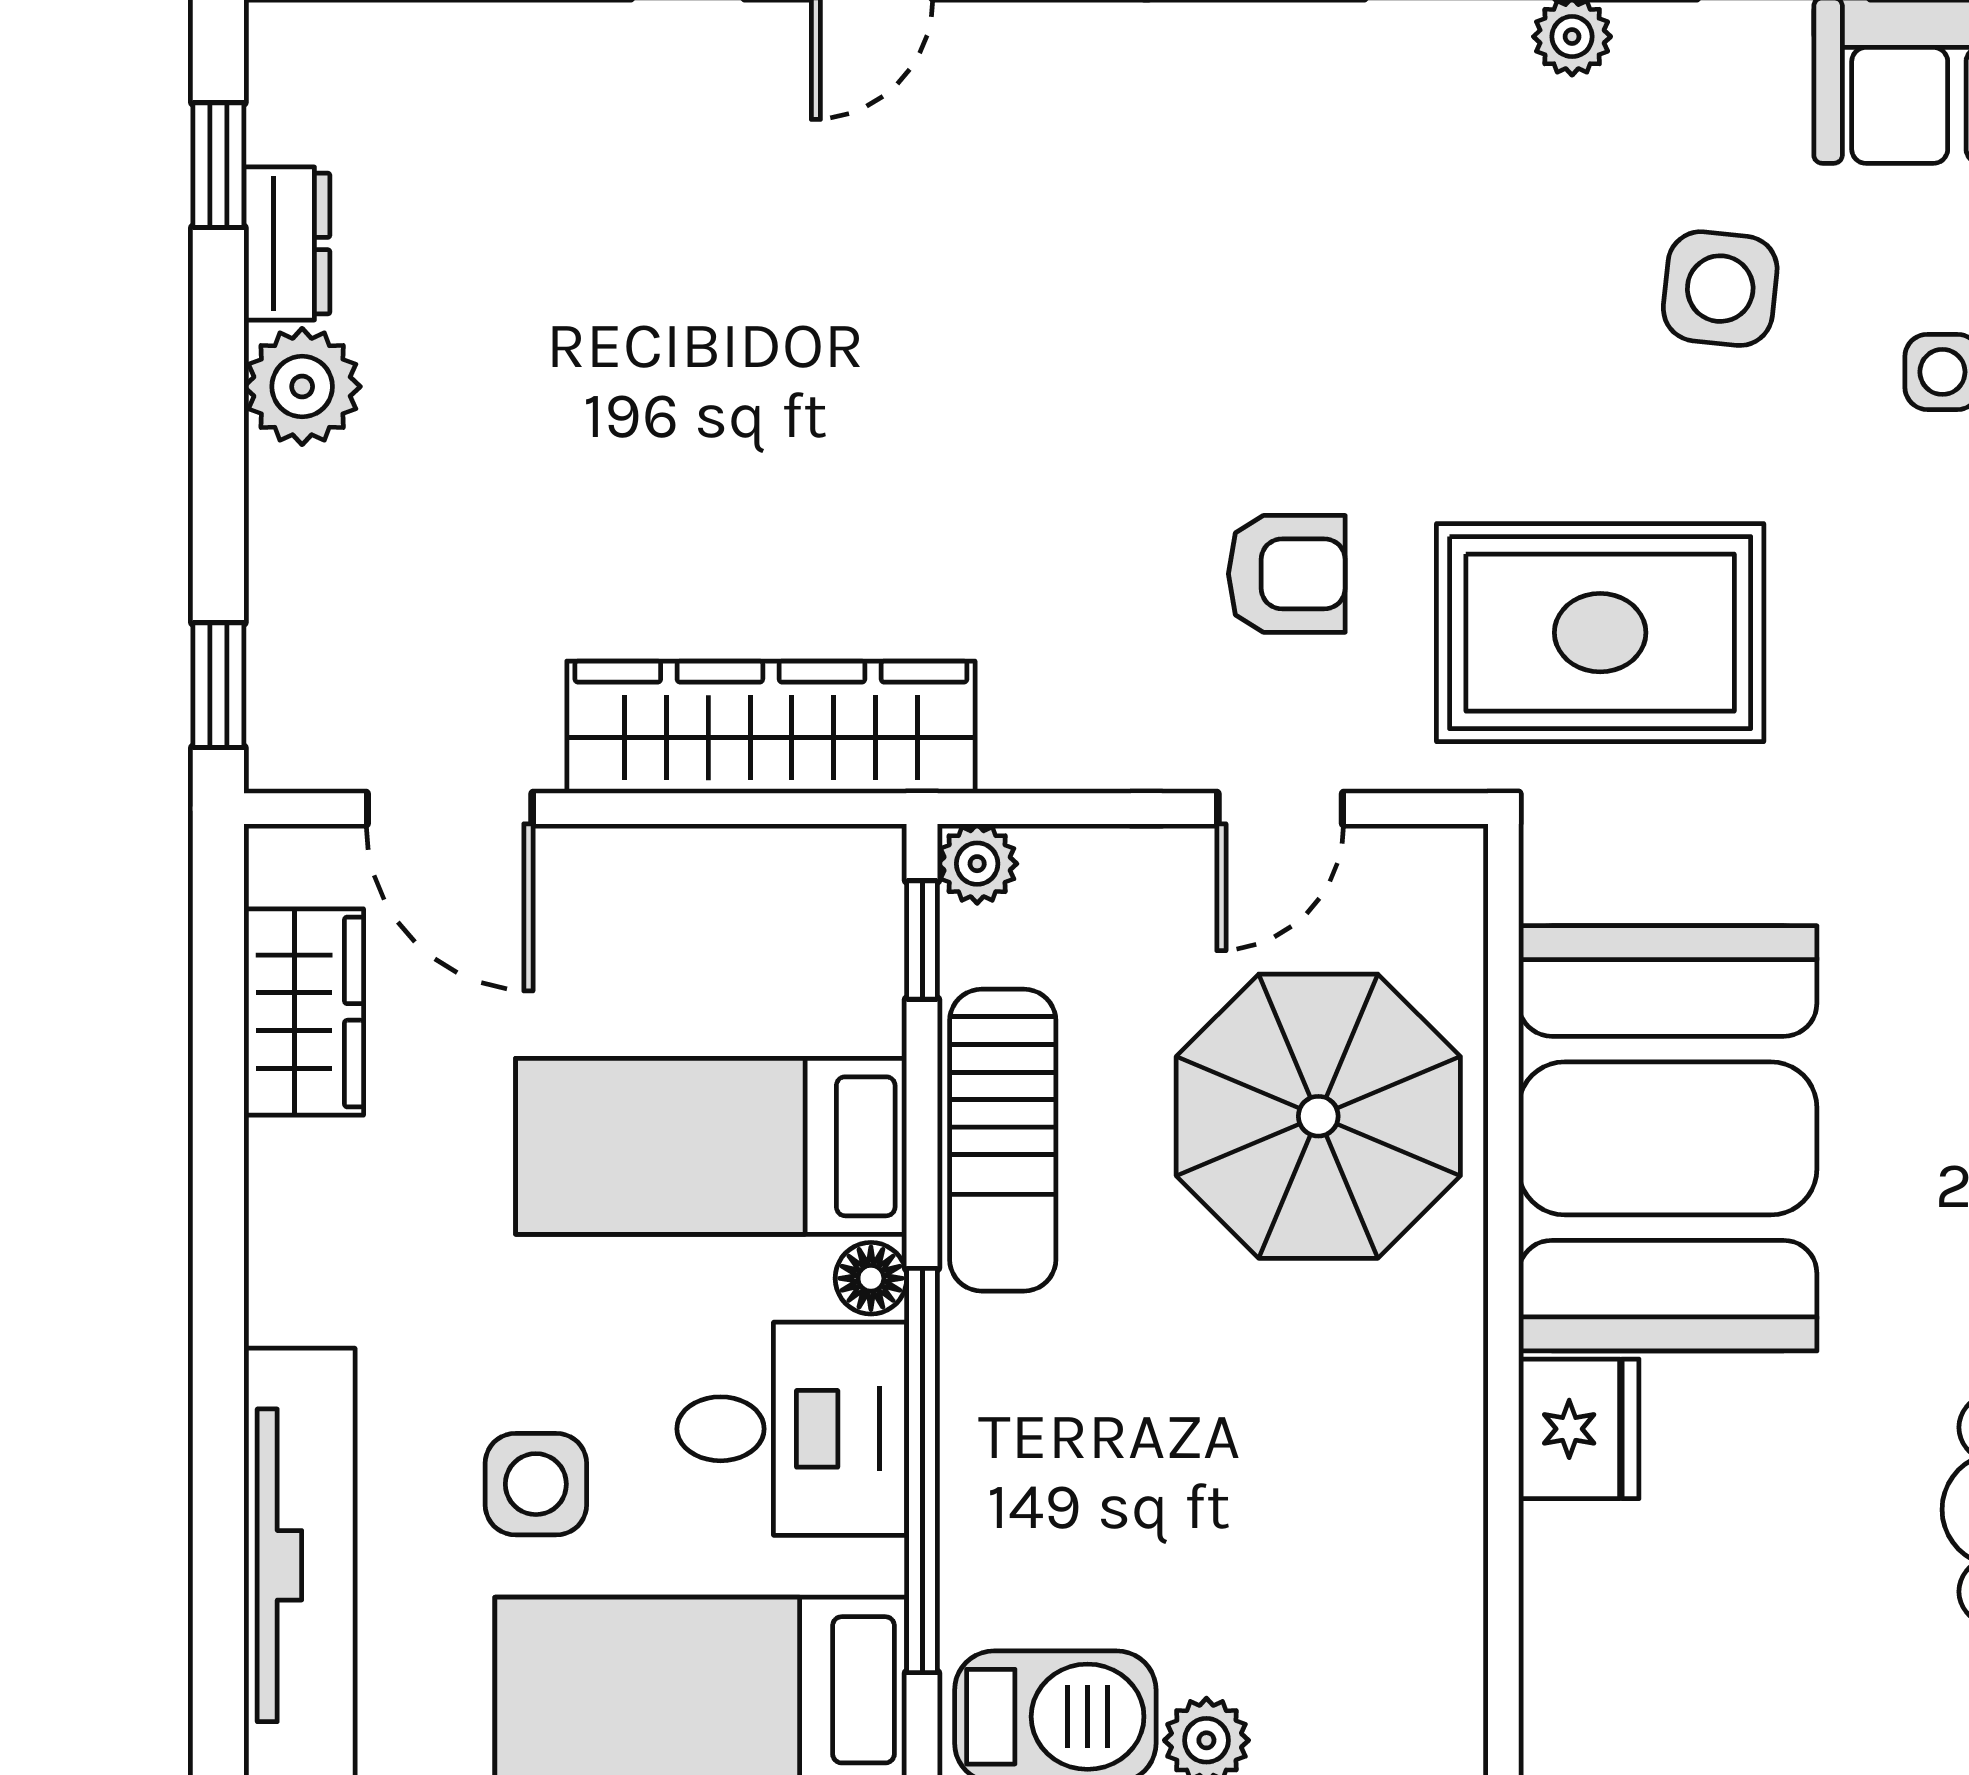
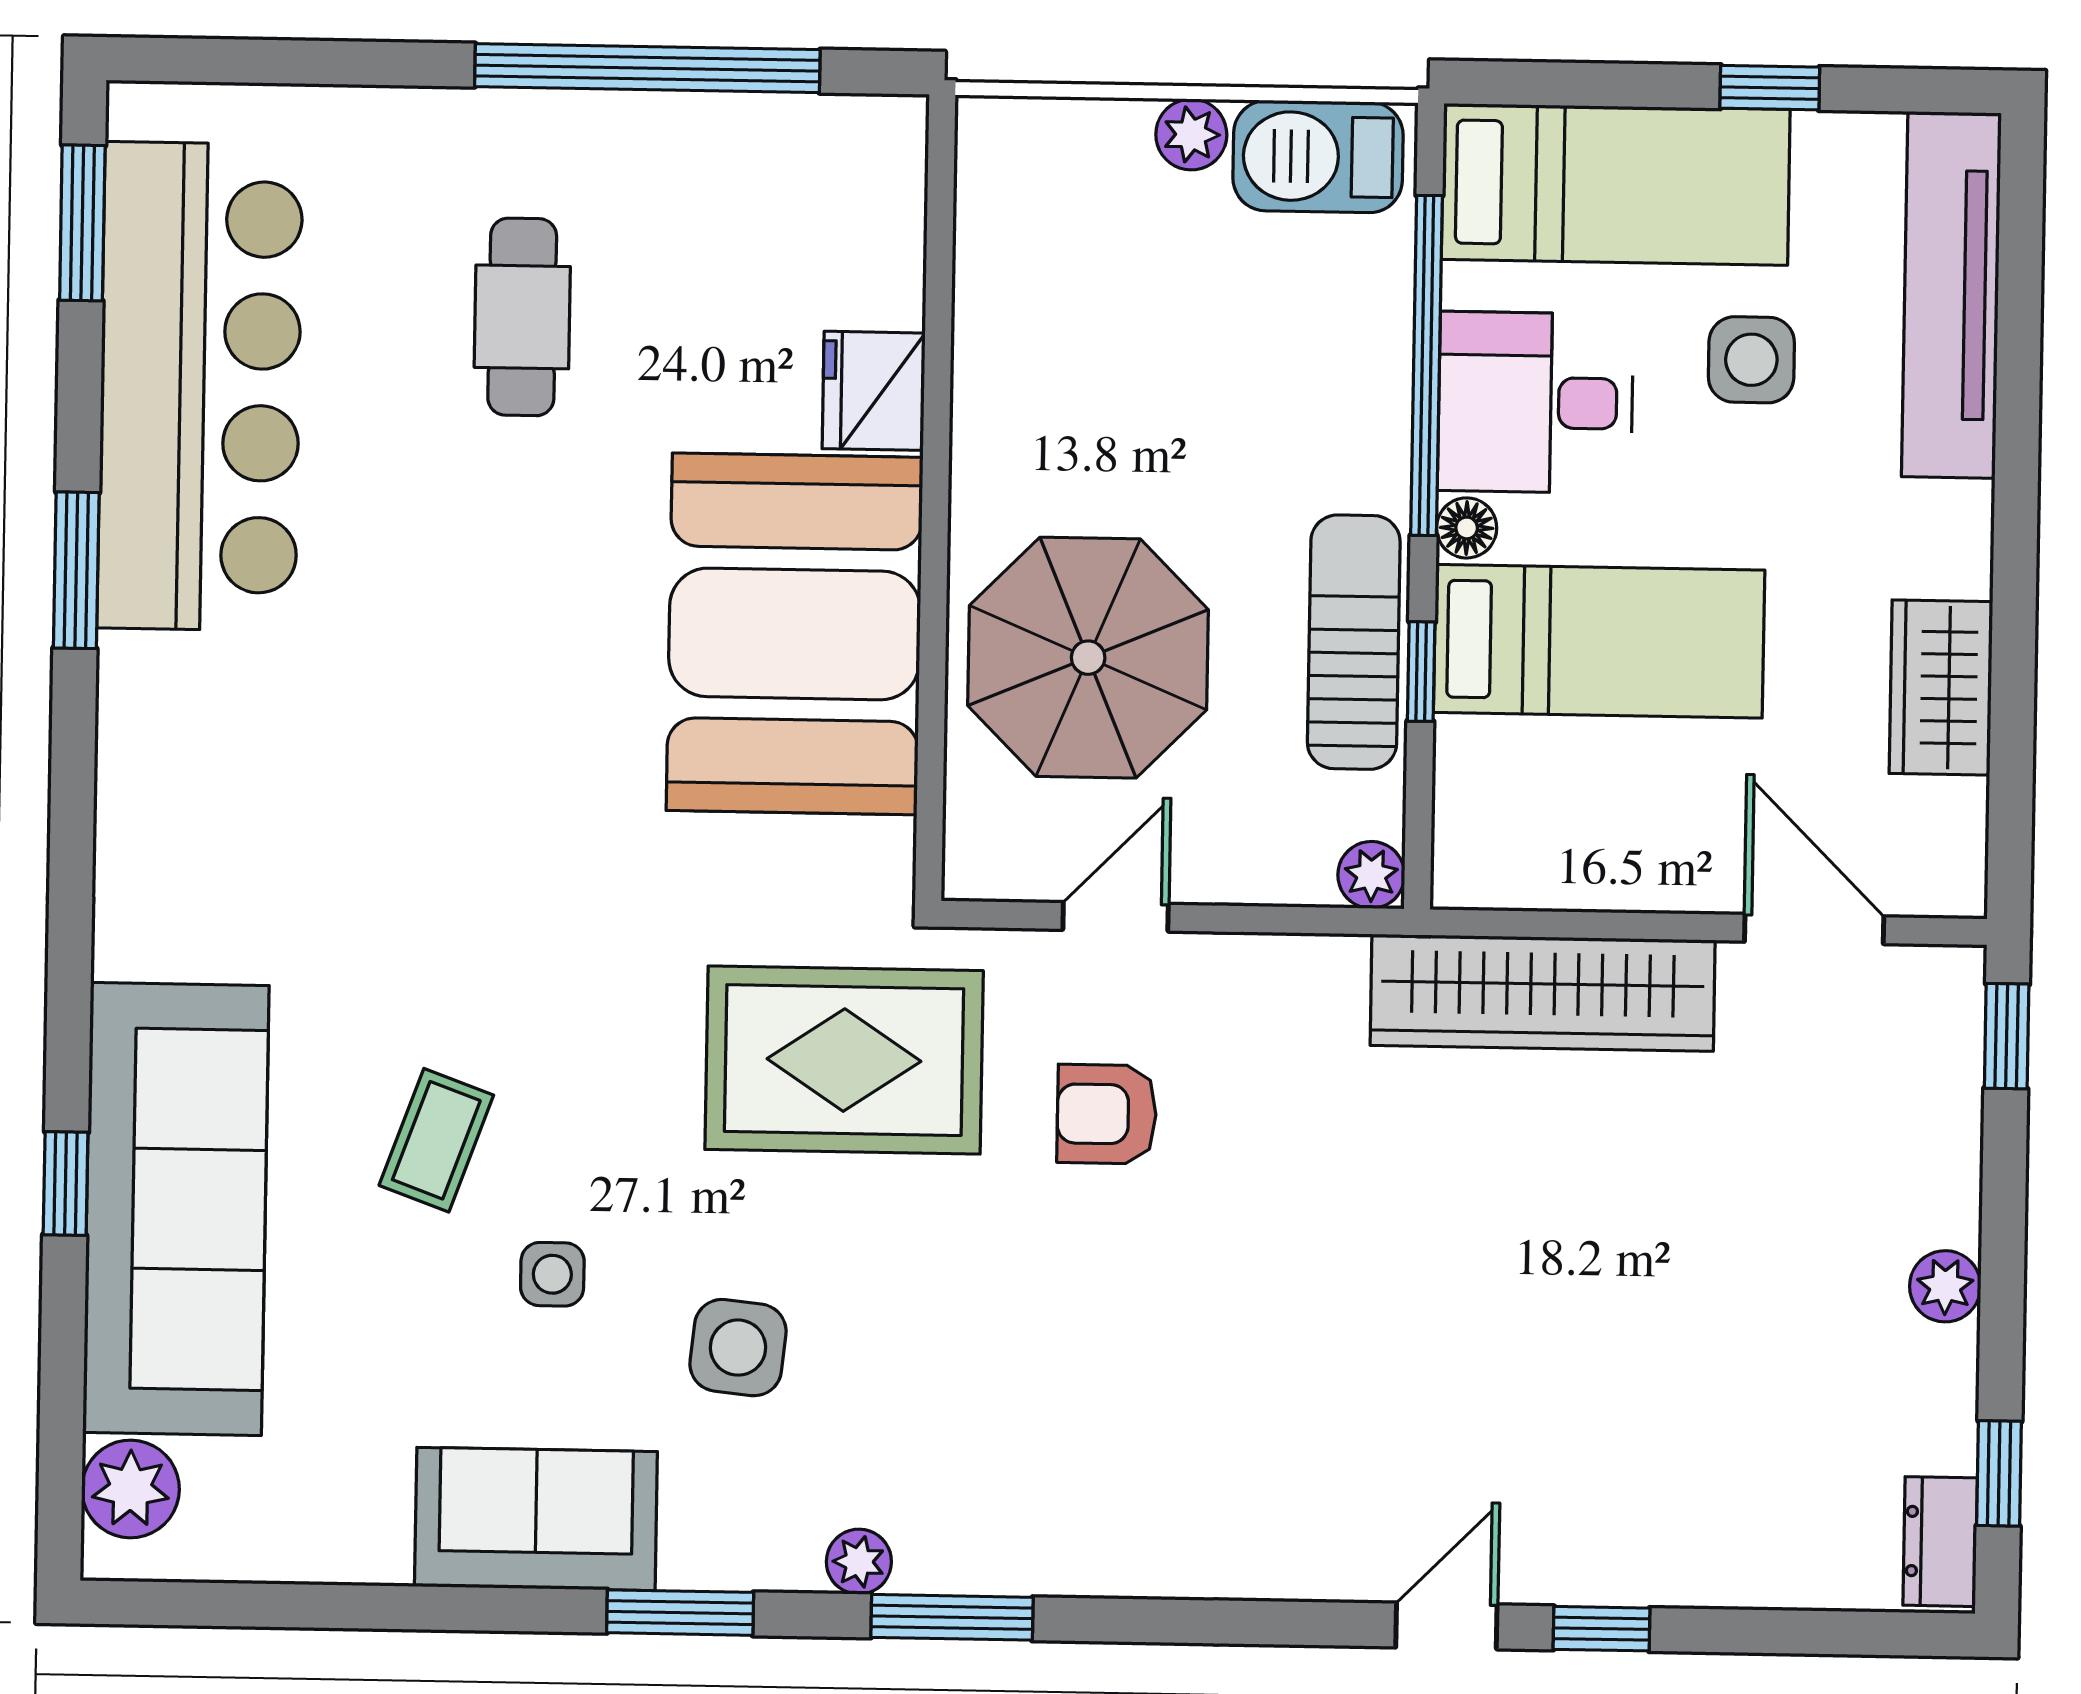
dresser: (287, 244) -> (1940, 1542), moved
plant: (302, 387) -> (1945, 1286), width x0.73, depth x0.73
window: (922, 940) -> (1421, 672), moved
wardrobe: (304, 1012) -> (1941, 687), moved

